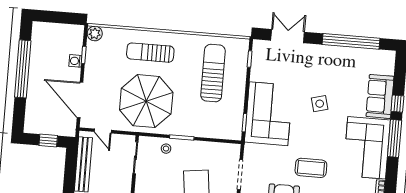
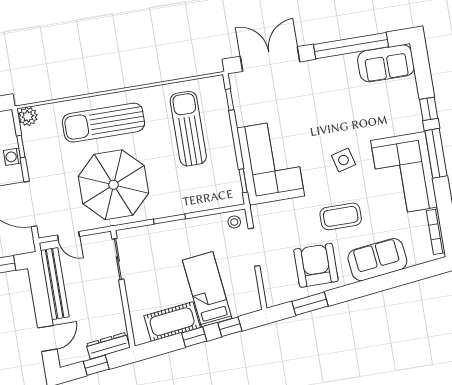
double door: (288, 36) -> (270, 59), width x1.37
sun lounger: (150, 53) -> (103, 123), width x1.36, depth x1.34
sofa: (380, 96) -> (386, 63), moved, turned -90
side table: (320, 104) -> (343, 160), moved
stool: (166, 149) -> (234, 222), moved

